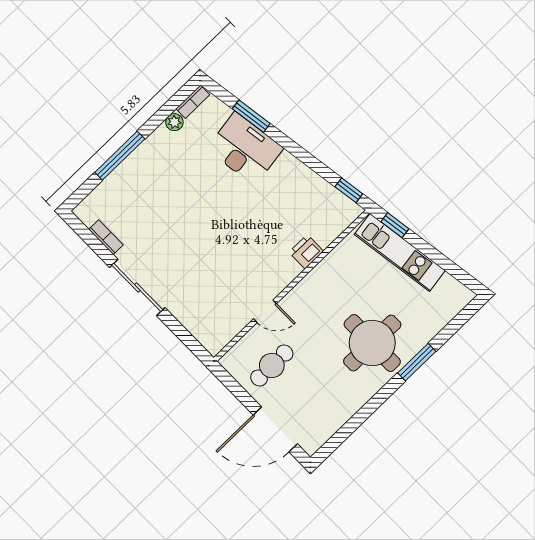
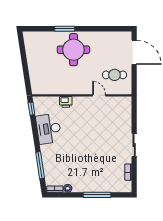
window: (251, 116) -> (40, 165), width x1.44
desk: (245, 149) -> (49, 129), moved
window: (395, 225) -> (27, 82), removed
kitchen unit: (400, 252) -> (35, 71), removed
sliding door: (137, 287) -> (134, 145), width x0.73

